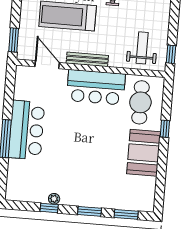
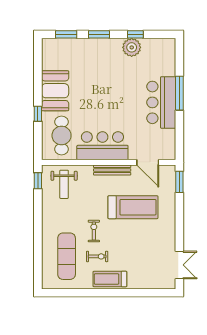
plant: (54, 199) -> (132, 47), width x1.88, depth x1.88

